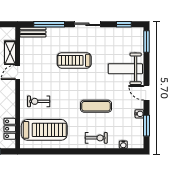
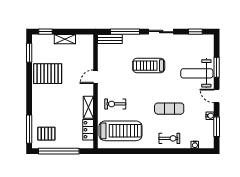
window: (147, 42) -> (217, 67), moved
shelving: (10, 53) -> (88, 107), moved

